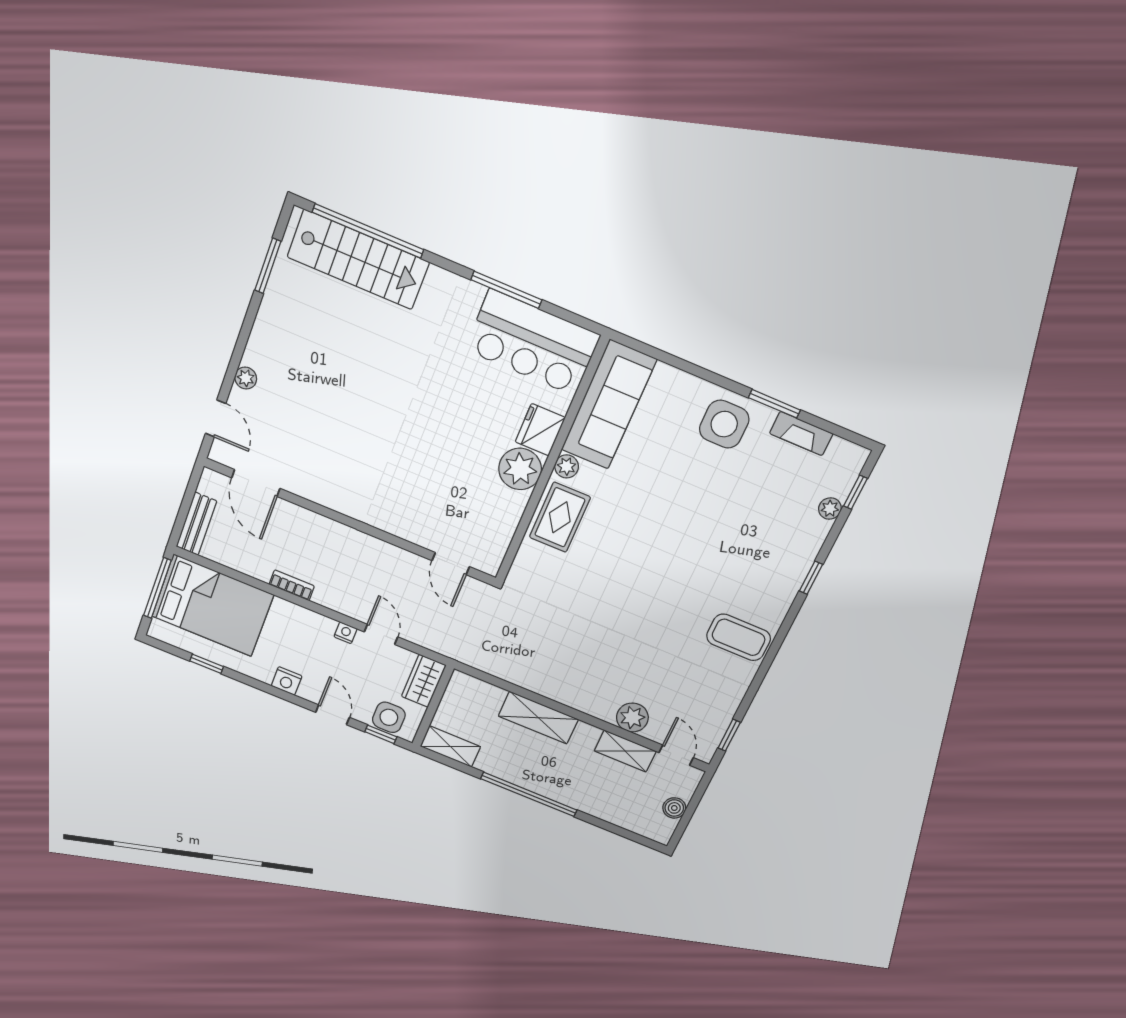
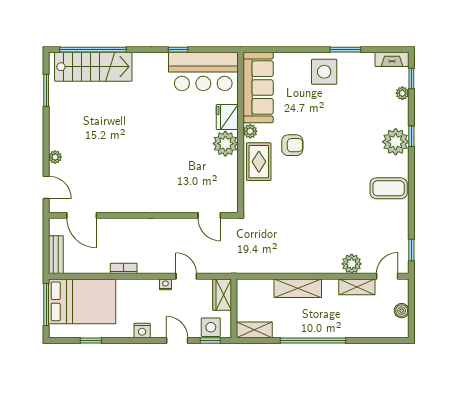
window: (506, 290) -> (178, 50), width x0.46
fireplace: (801, 434) -> (392, 59), moved
armchair: (623, 515) -> (292, 145), added
plant: (783, 576) -> (396, 142), added
door: (676, 755) -> (387, 276), hinge flipped

